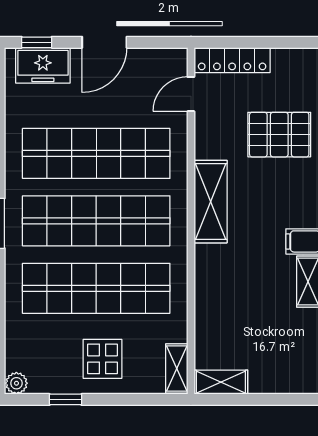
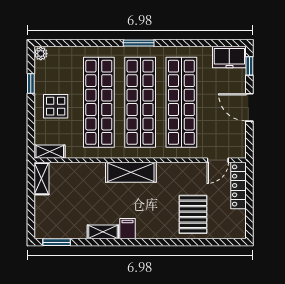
freezer: (43, 65) -> (229, 57), moved, turned -90
door: (191, 94) -> (218, 160), swing flipped
shelving: (211, 202) -> (131, 172), moved

